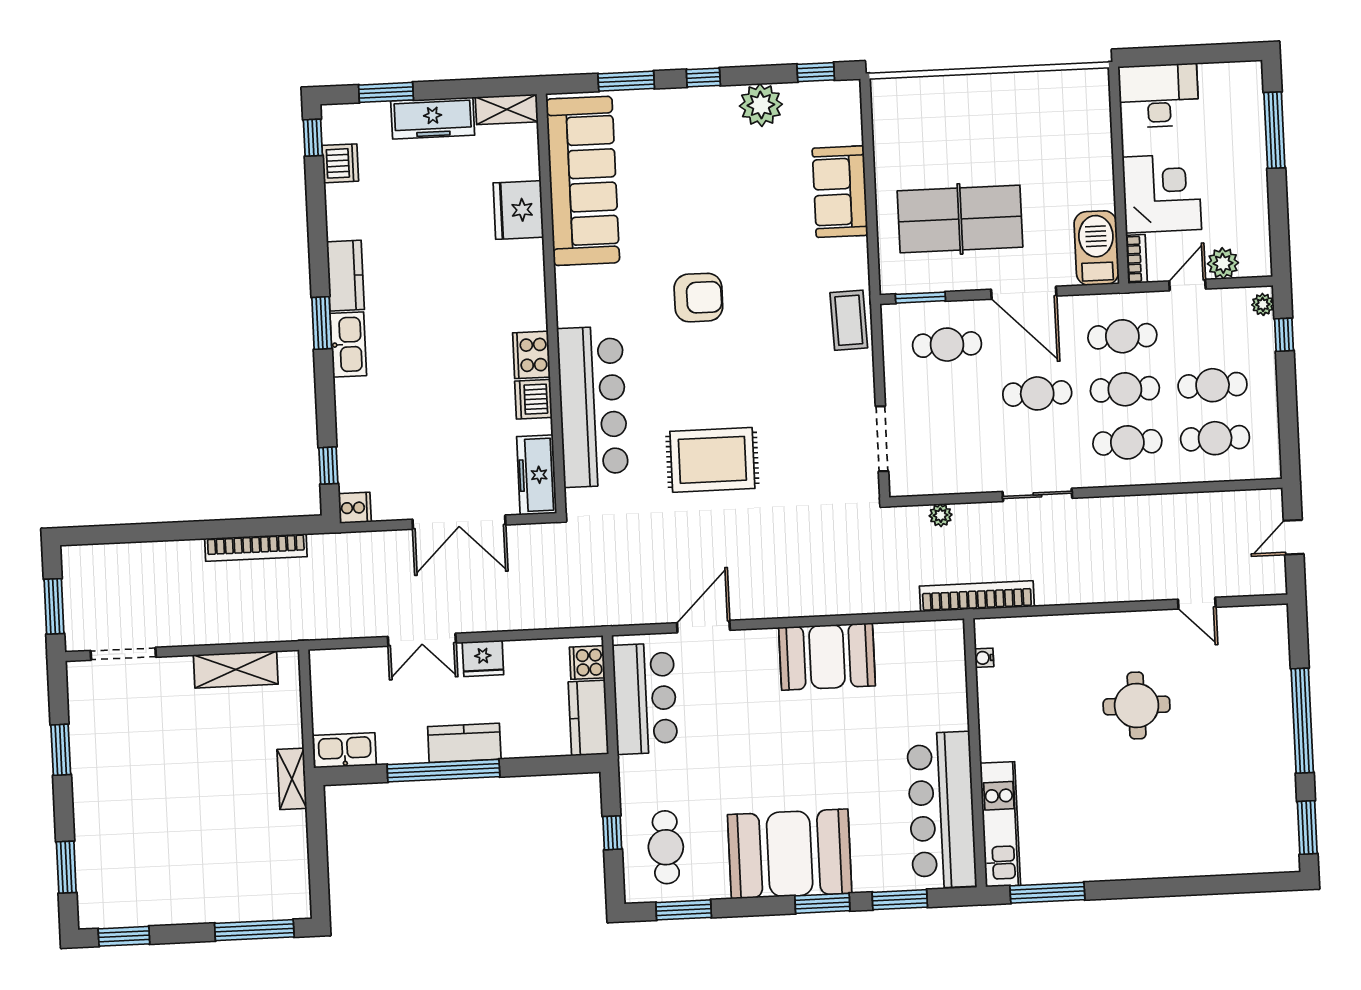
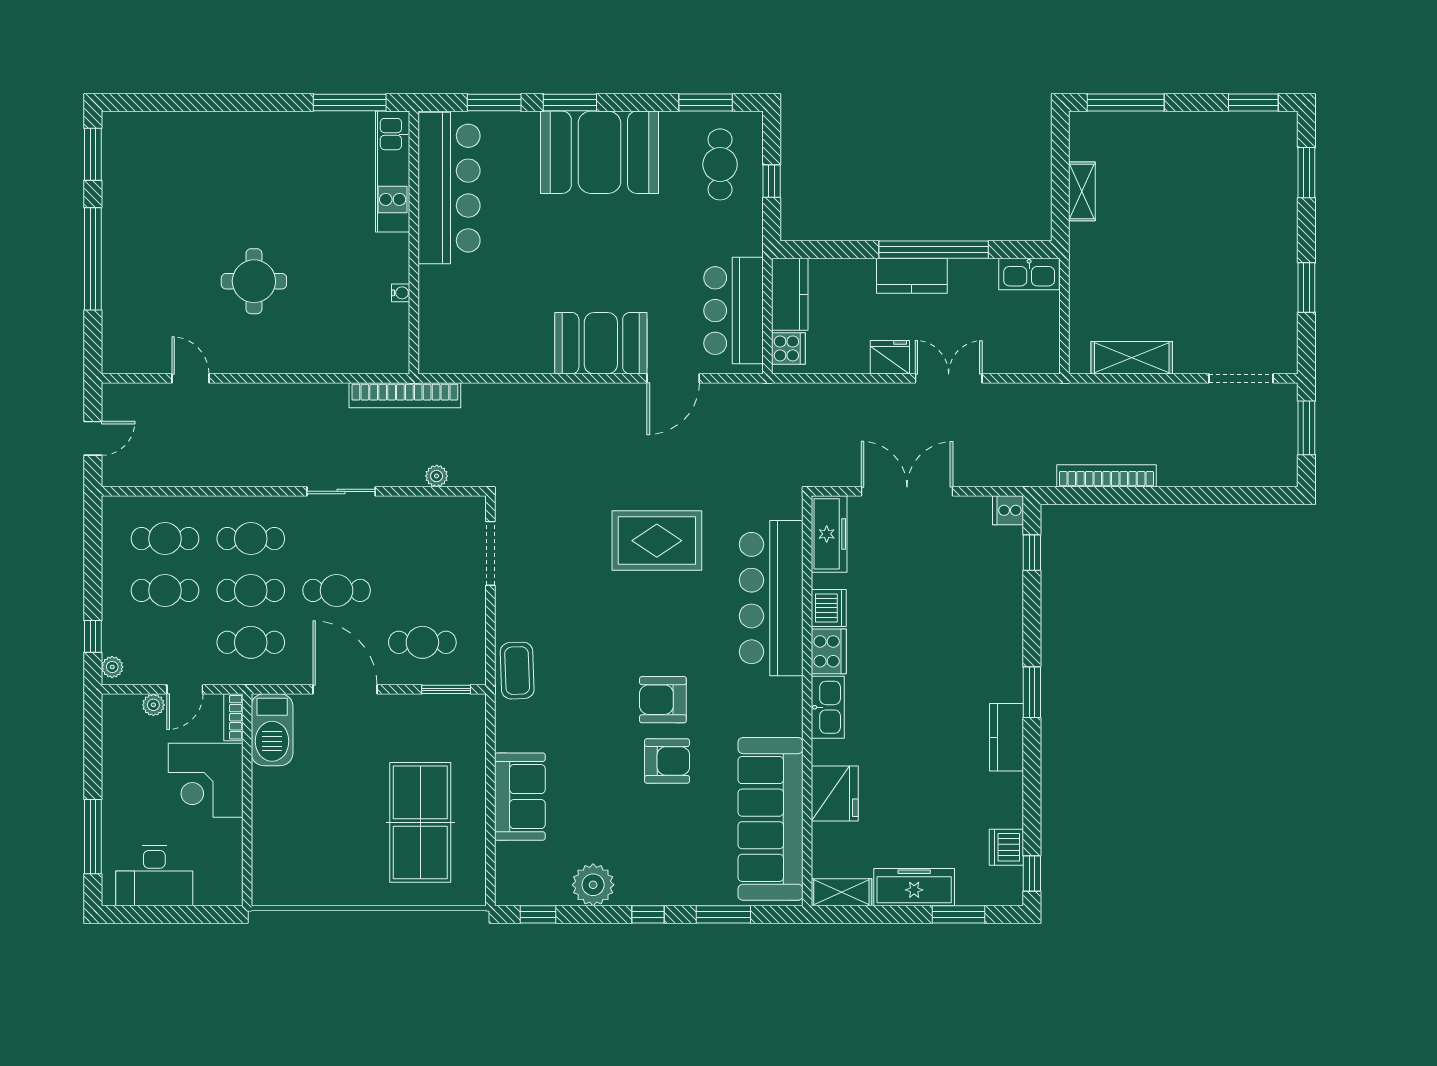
desk: (1159, 96) -> (154, 876), moved
table tennis table: (960, 219) -> (420, 822), moved, turned 90
armchair: (691, 235) -> (667, 761), added
plant: (1223, 263) -> (153, 705), width x0.73, depth x0.73
kitchen sink: (348, 344) -> (828, 707), moved, turned 180
booth: (827, 657) -> (601, 343), moved
water cooler: (984, 658) -> (401, 293), moved
shelving: (292, 779) -> (1082, 191), moved

